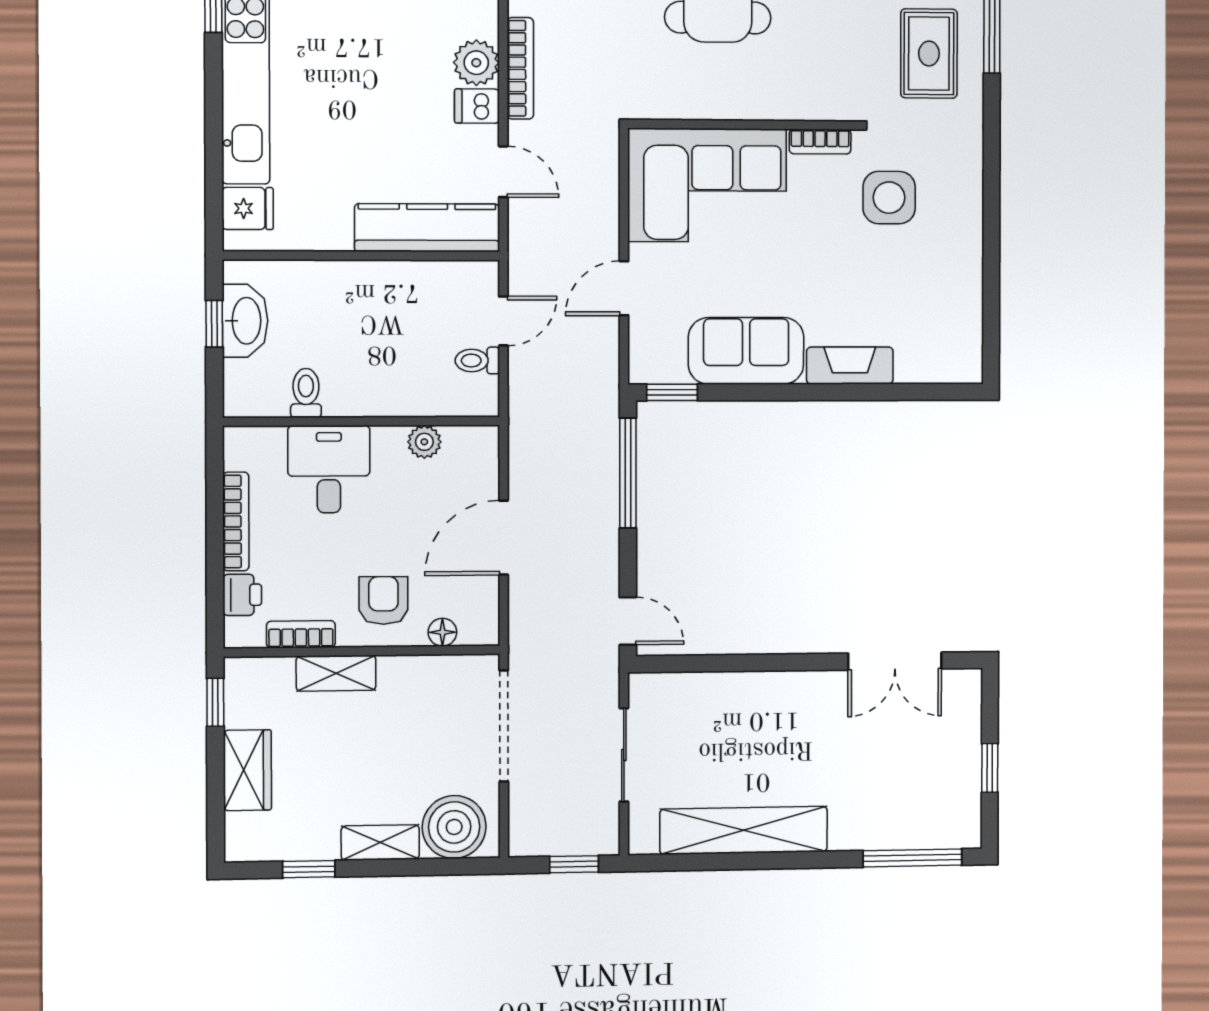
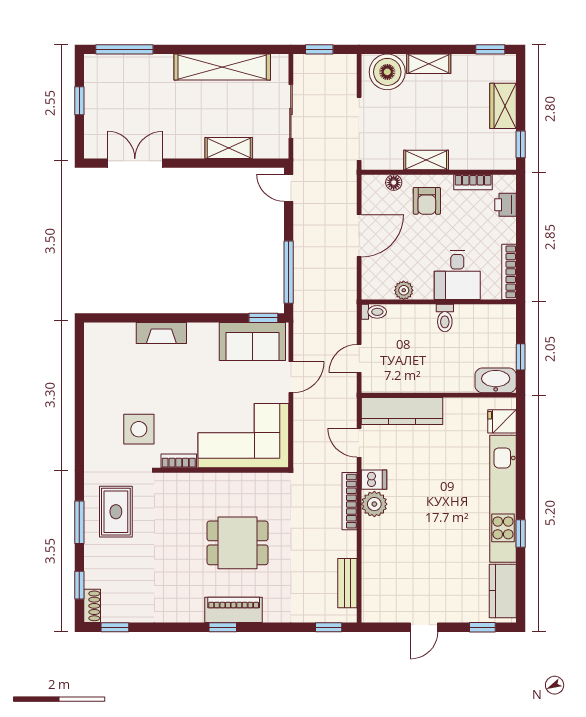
washbasin: (245, 321) -> (496, 380), moved, turned 90
sofa: (746, 351) -> (252, 341), moved
toilet: (477, 361) -> (374, 312), moved
toilet: (306, 393) -> (445, 318), moved
bookcase: (236, 521) -> (509, 272), moved
shelving: (336, 673) -> (426, 160), moved
shelving: (733, 689) -> (229, 148), added
window: (309, 869) -> (490, 49), moved

